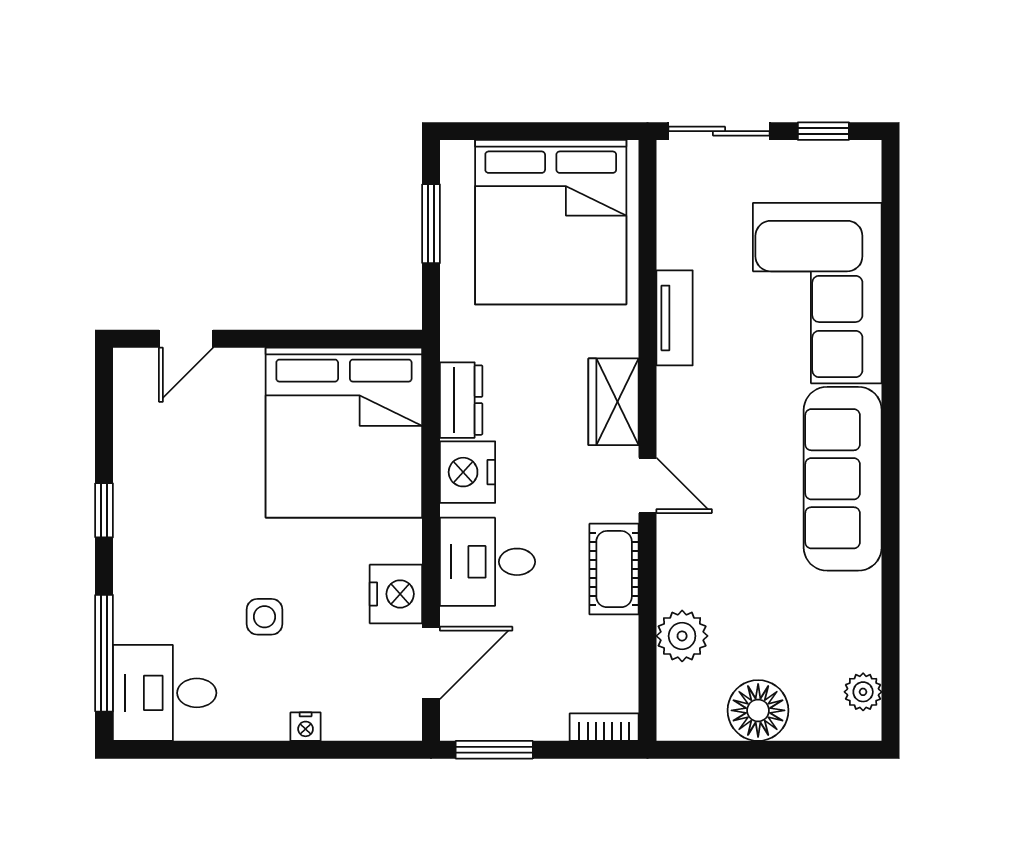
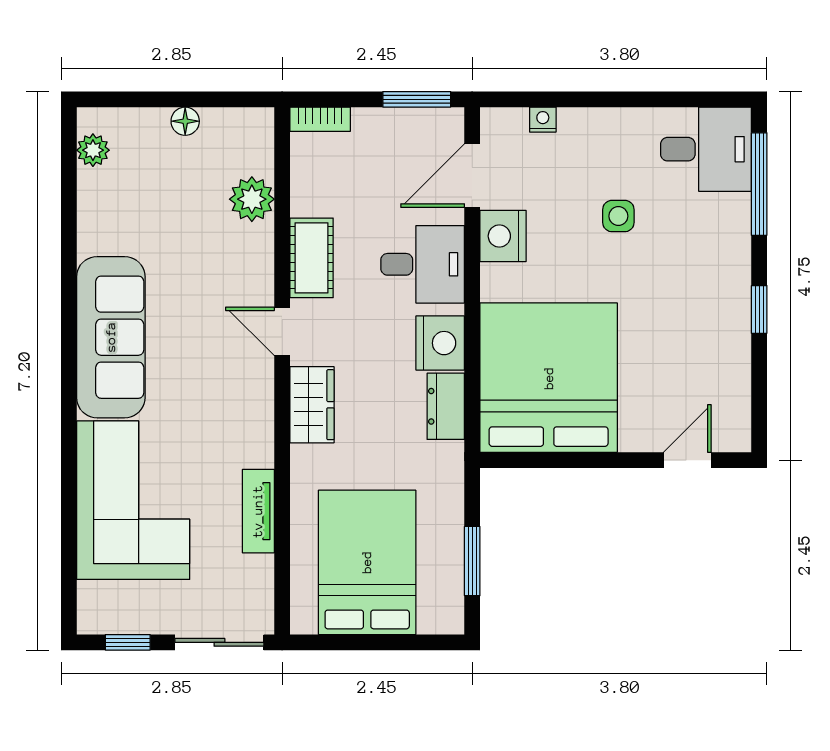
bed: (551, 222) -> (367, 562), width x0.73
tv unit: (675, 318) -> (258, 511), moved
floor lamp: (758, 710) -> (185, 121), width x0.53, depth x0.53
nightstand: (306, 727) -> (543, 120), moved

